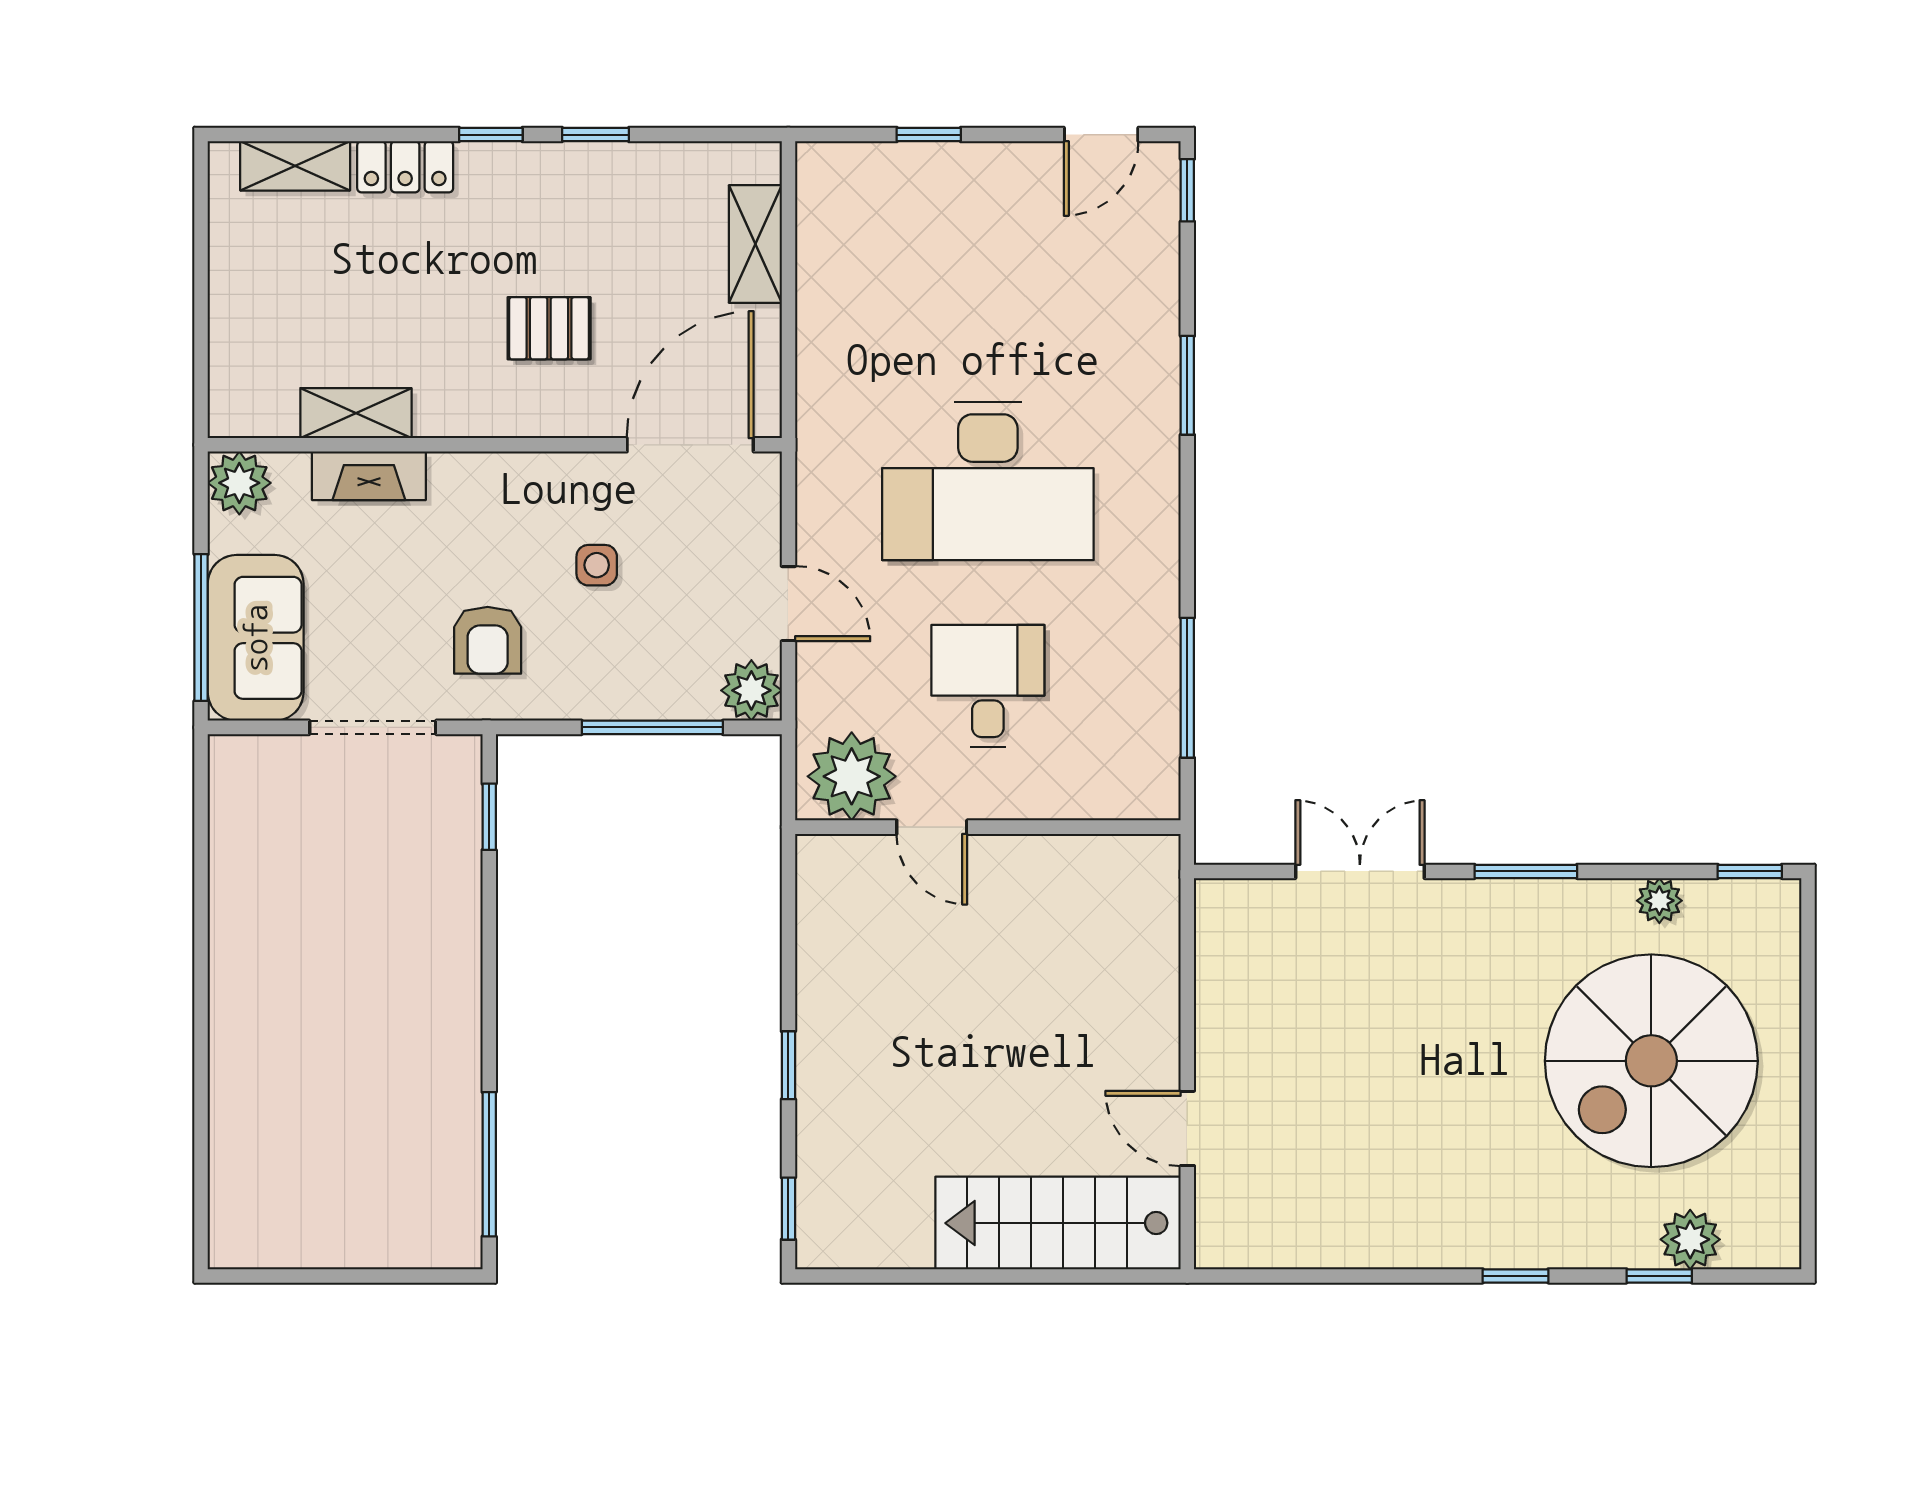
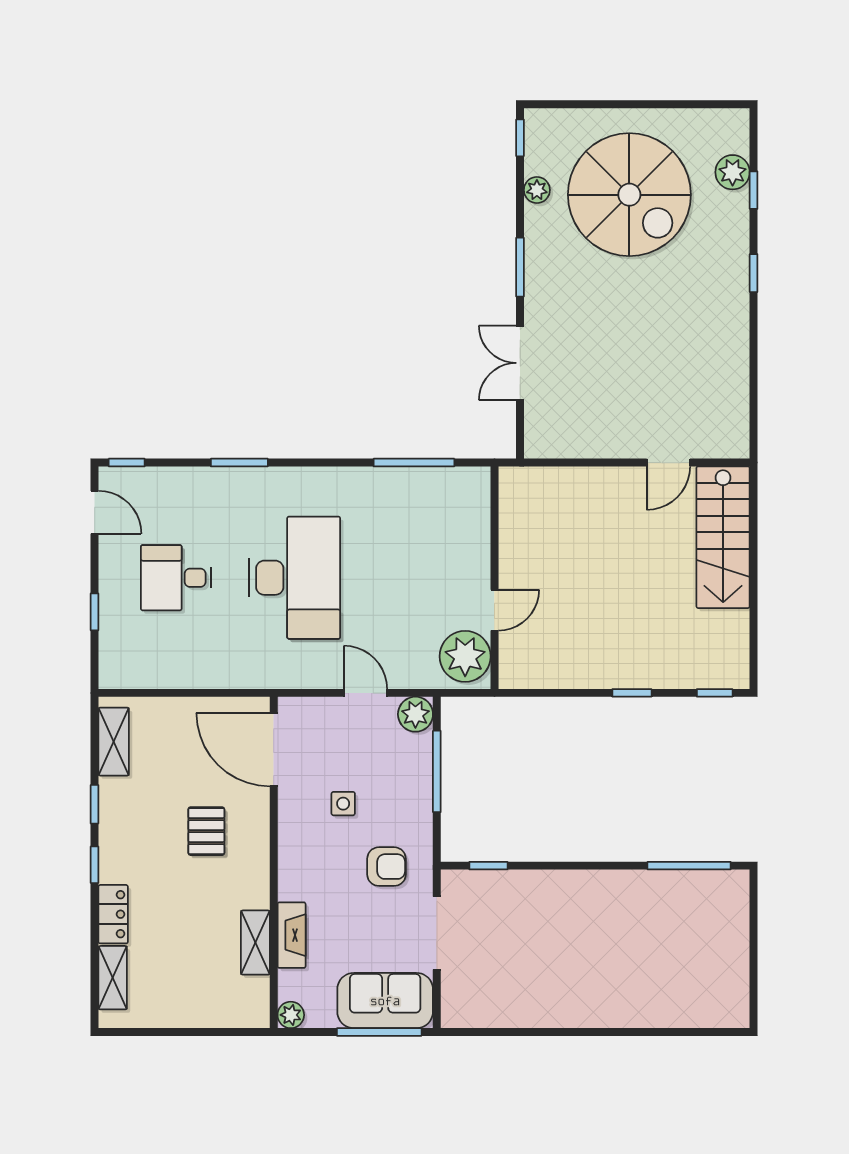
shelving: (755, 244) -> (114, 742), moved, turned 90
plant: (239, 483) -> (291, 1015), width x0.73, depth x0.73
door: (788, 604) -> (365, 693), hinge flipped
desk: (988, 686) -> (176, 578), moved

